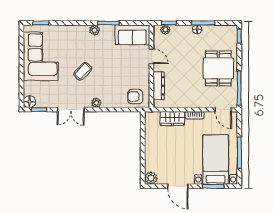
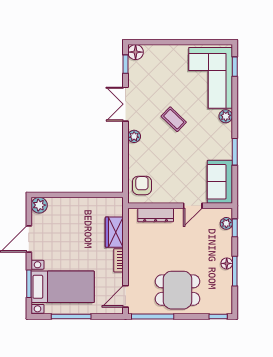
plant: (94, 30) -> (226, 116), moved
corner sofa: (41, 56) -> (211, 78), moved, turned 90

